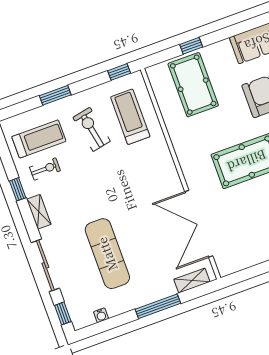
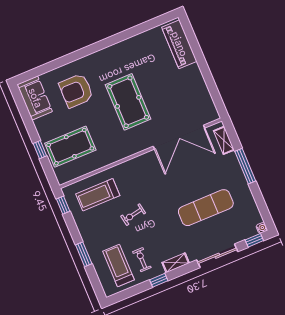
exercise bike: (92, 129) -> (133, 215), moved, width x0.73, depth x0.72
water cooler: (101, 315) -> (262, 228), moved

